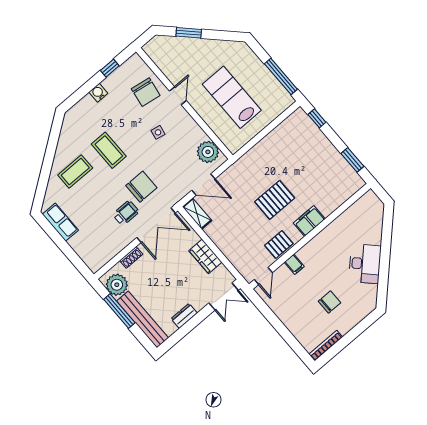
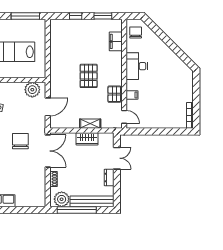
window: (317, 118) -> (76, 16), moved
wheelchair: (126, 213) -> (27, 162), removed
shelving: (197, 214) -> (90, 124), moved
filing cabinet: (309, 221) -> (116, 41), moved
desk: (365, 264) -> (137, 66), moved, turned -135
double door: (224, 297) -> (117, 158), moved
chair: (330, 302) -> (136, 32), moved
window: (119, 311) -> (77, 210), width x1.46

